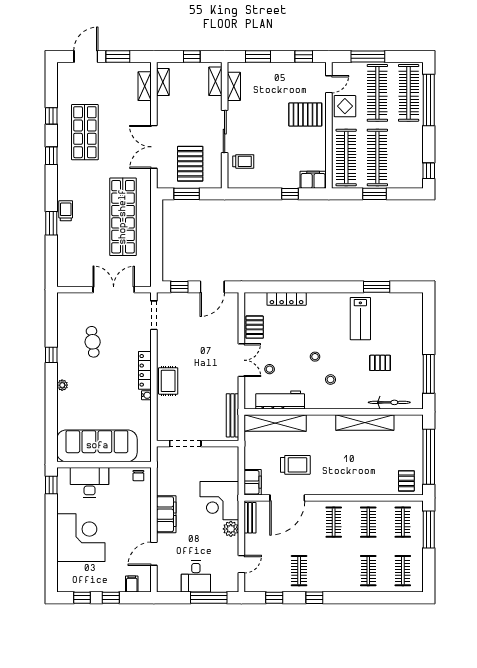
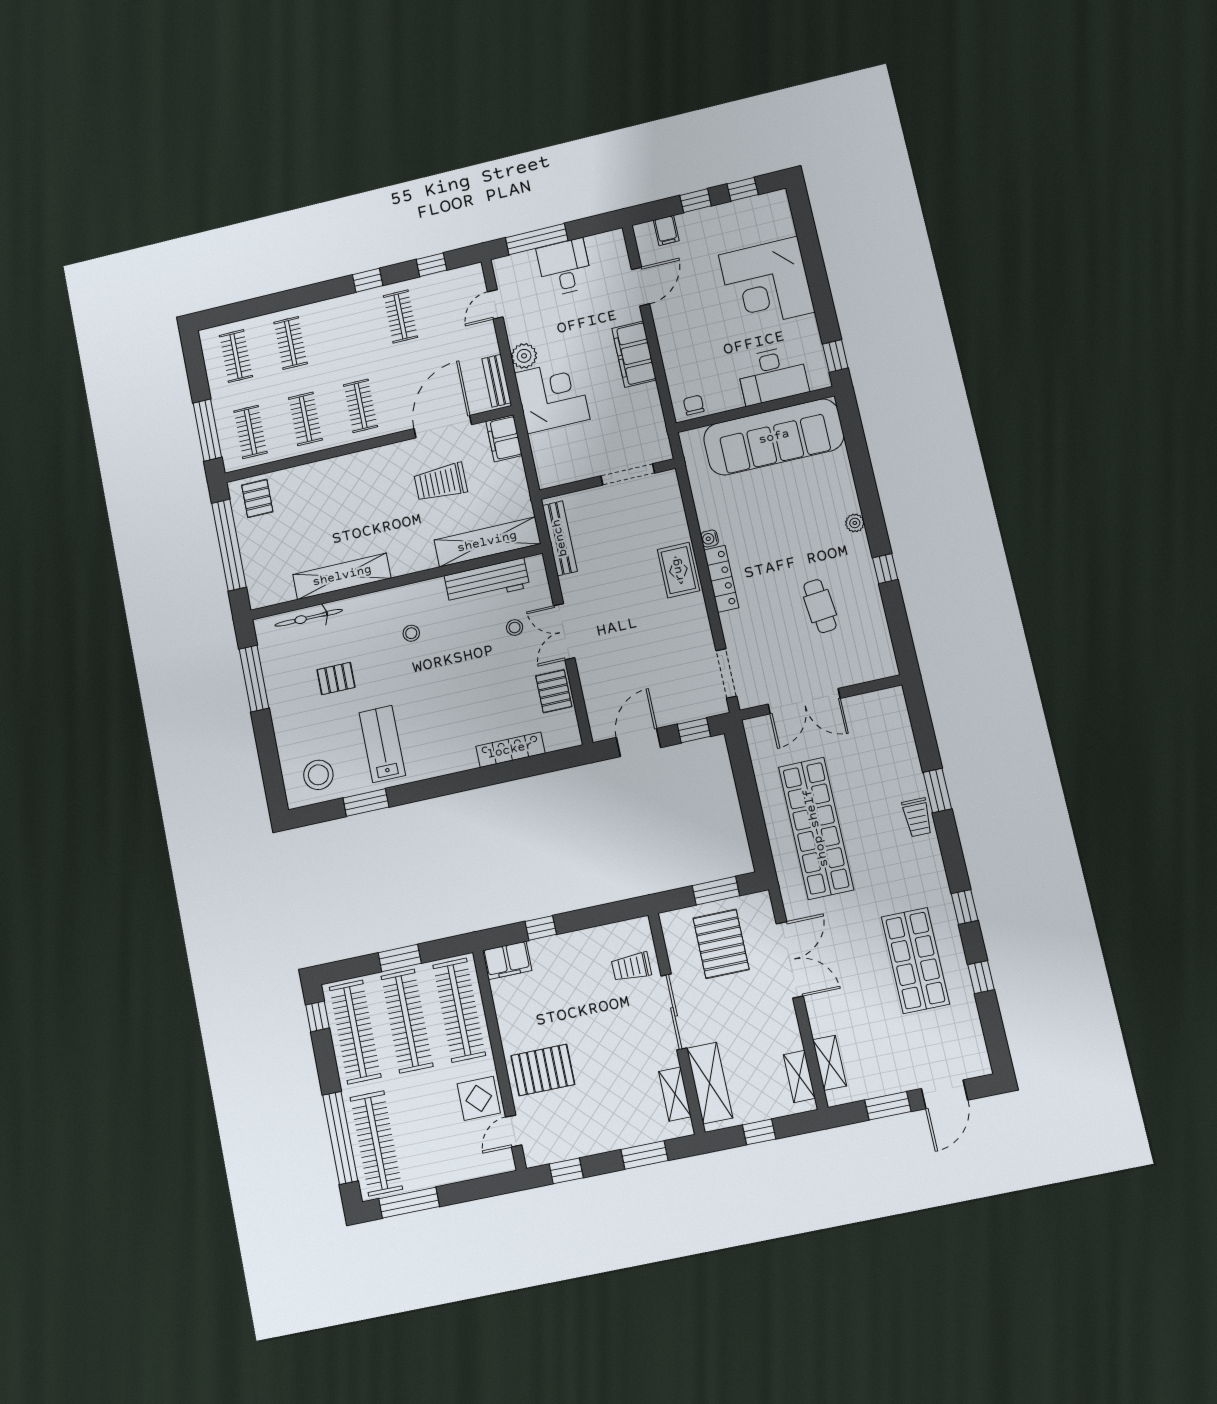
window: (368, 56) -> (409, 1203), moved
shelving: (215, 81) -> (710, 1083), width x1.50, depth x1.33
clothes rail: (377, 93) -> (355, 1032), moved
stool: (315, 357) -> (318, 775), moved, width x1.89, depth x1.89

